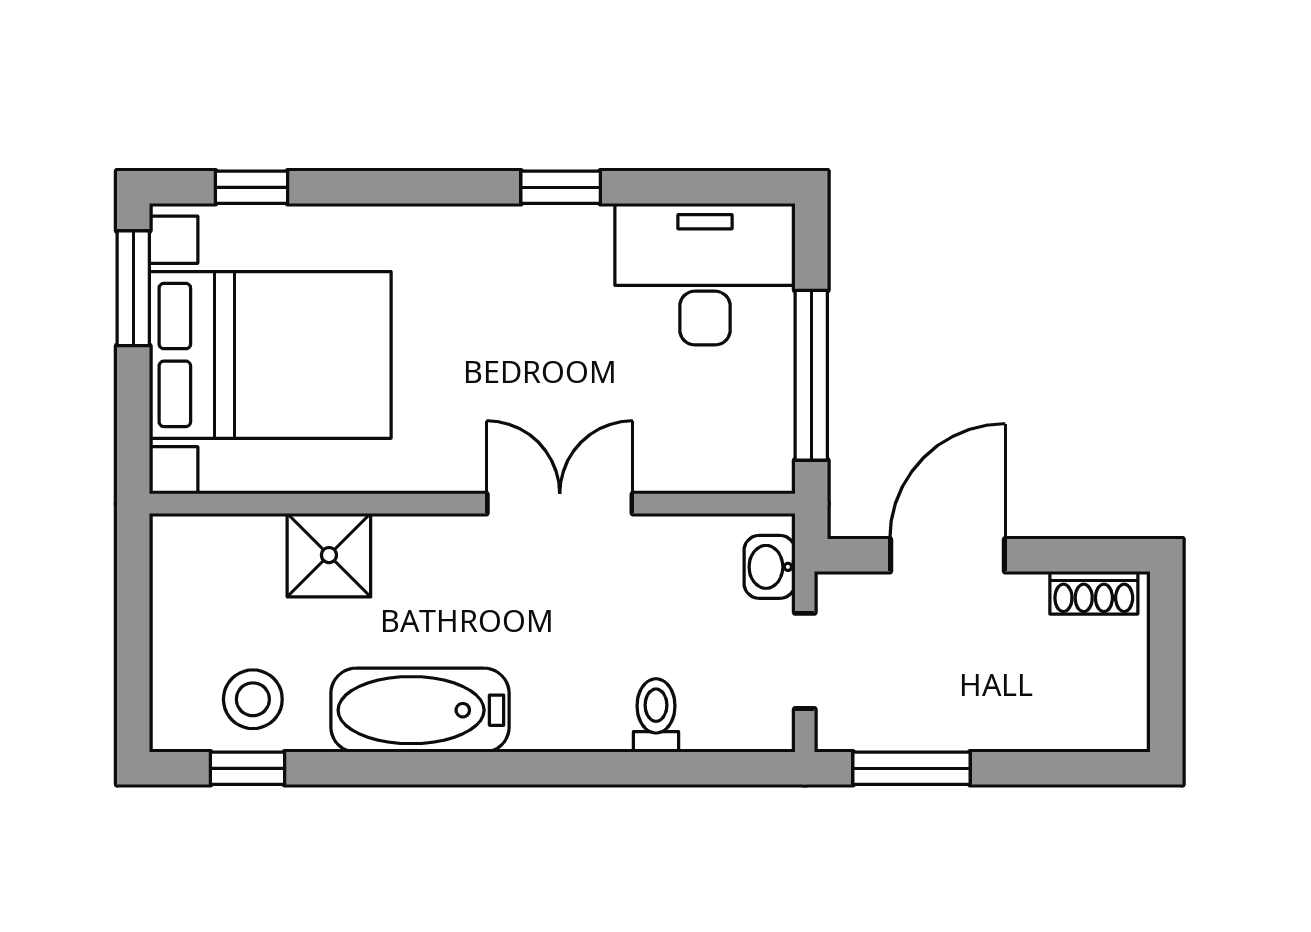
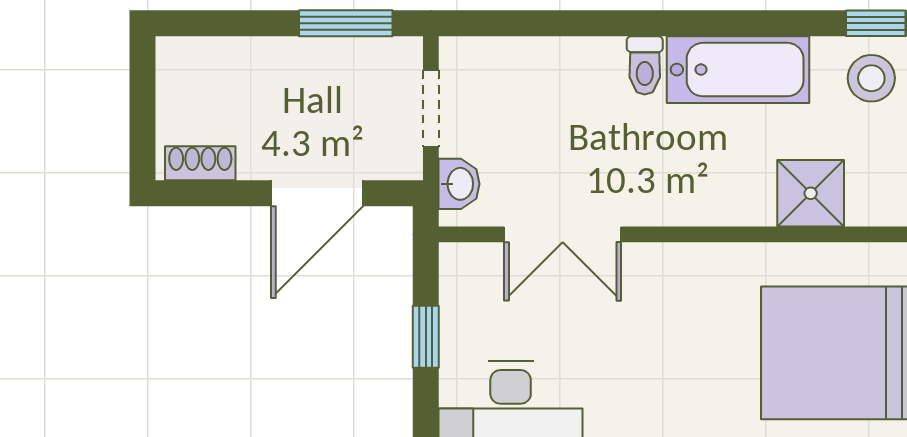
window: (811, 375) -> (426, 337), width x0.46
double door: (560, 504) -> (563, 234), moved
toilet: (656, 715) -> (645, 65), moved

